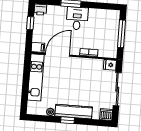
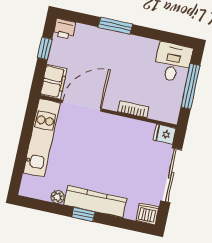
desk: (77, 18) -> (173, 62), moved
filing cabinet: (38, 47) -> (53, 82), width x2.00

